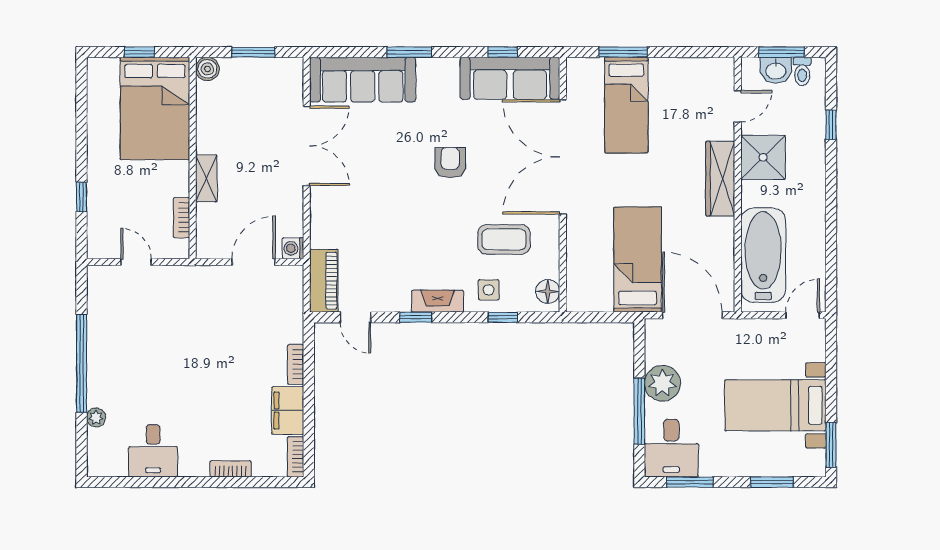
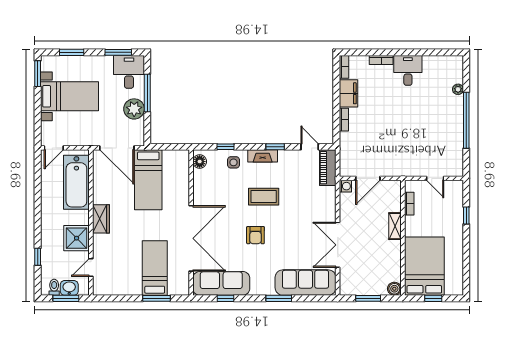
wardrobe: (720, 179) -> (101, 219), width x0.67
coffee table: (504, 239) -> (264, 197), moved
desk: (153, 451) -> (408, 70), moved

